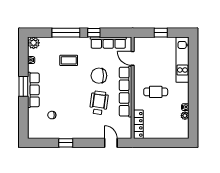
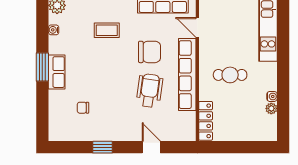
chair: (99, 76) -> (150, 52), turned 180
row of seats: (33, 90) -> (57, 72), width x0.68
door: (111, 143) -> (151, 147), moved

